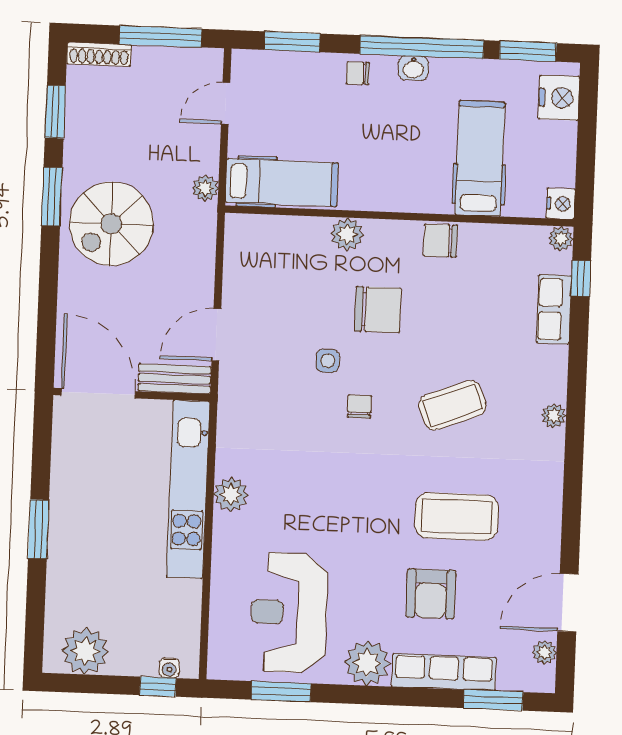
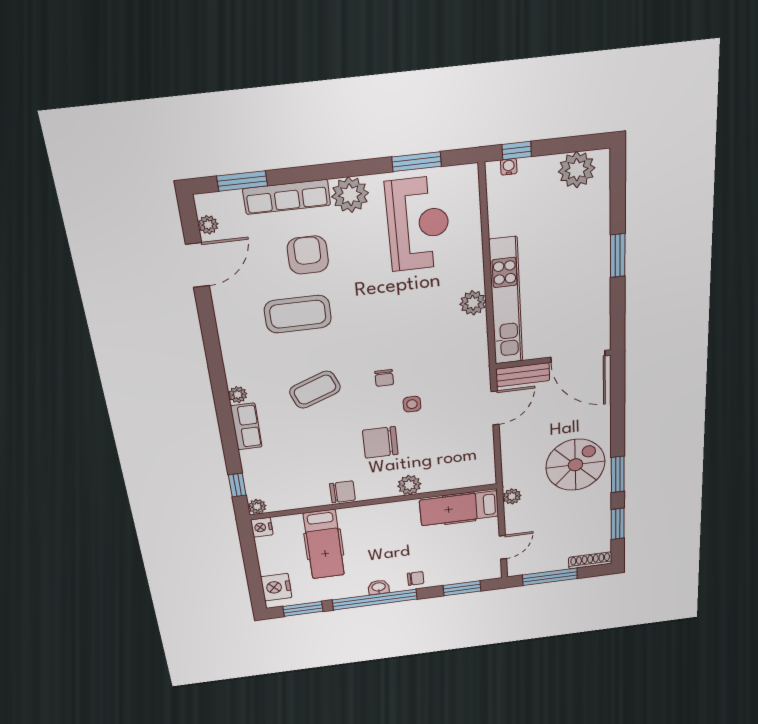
row of seats: (554, 309) -> (246, 426), moved

